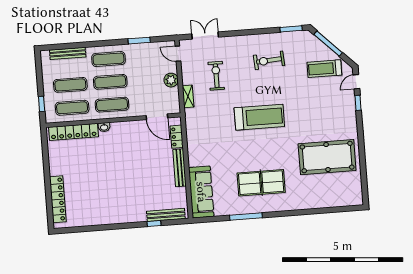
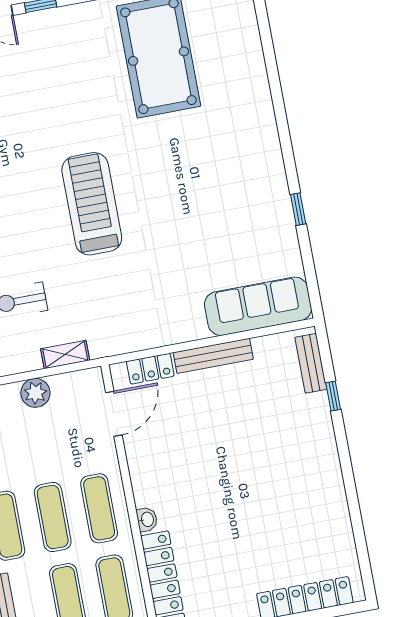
table tennis table: (261, 183) -> (226, 185), removed
bench: (166, 215) -> (311, 363), width x0.73
window: (246, 216) -> (298, 209), width x0.46

